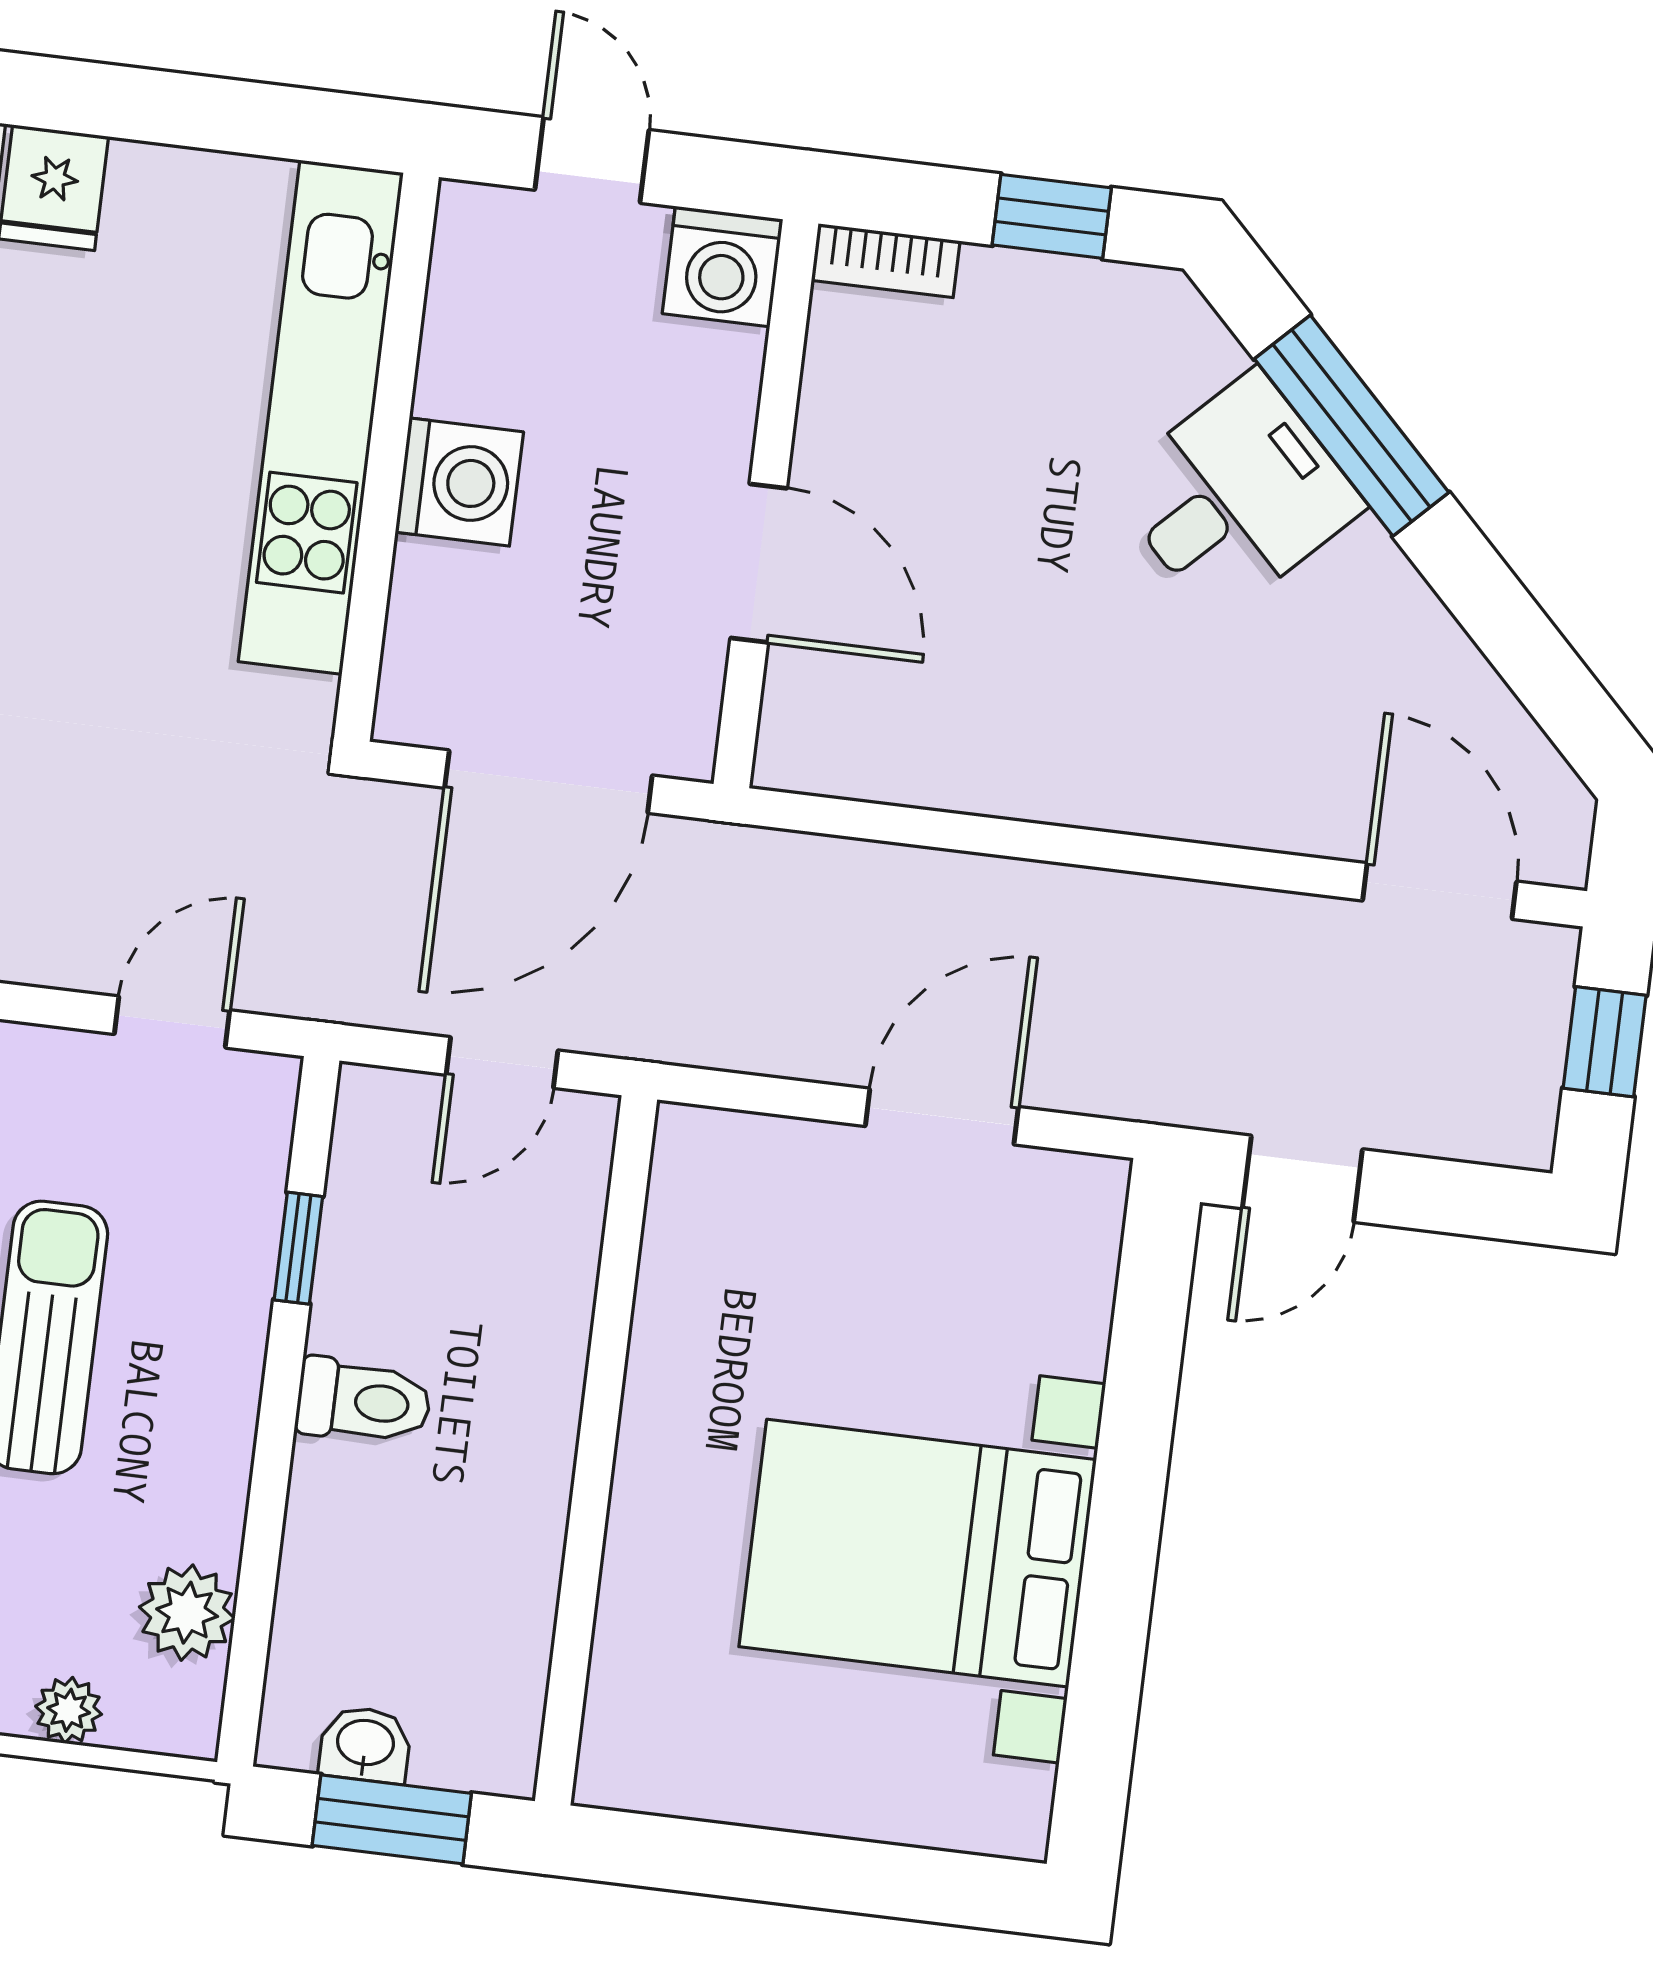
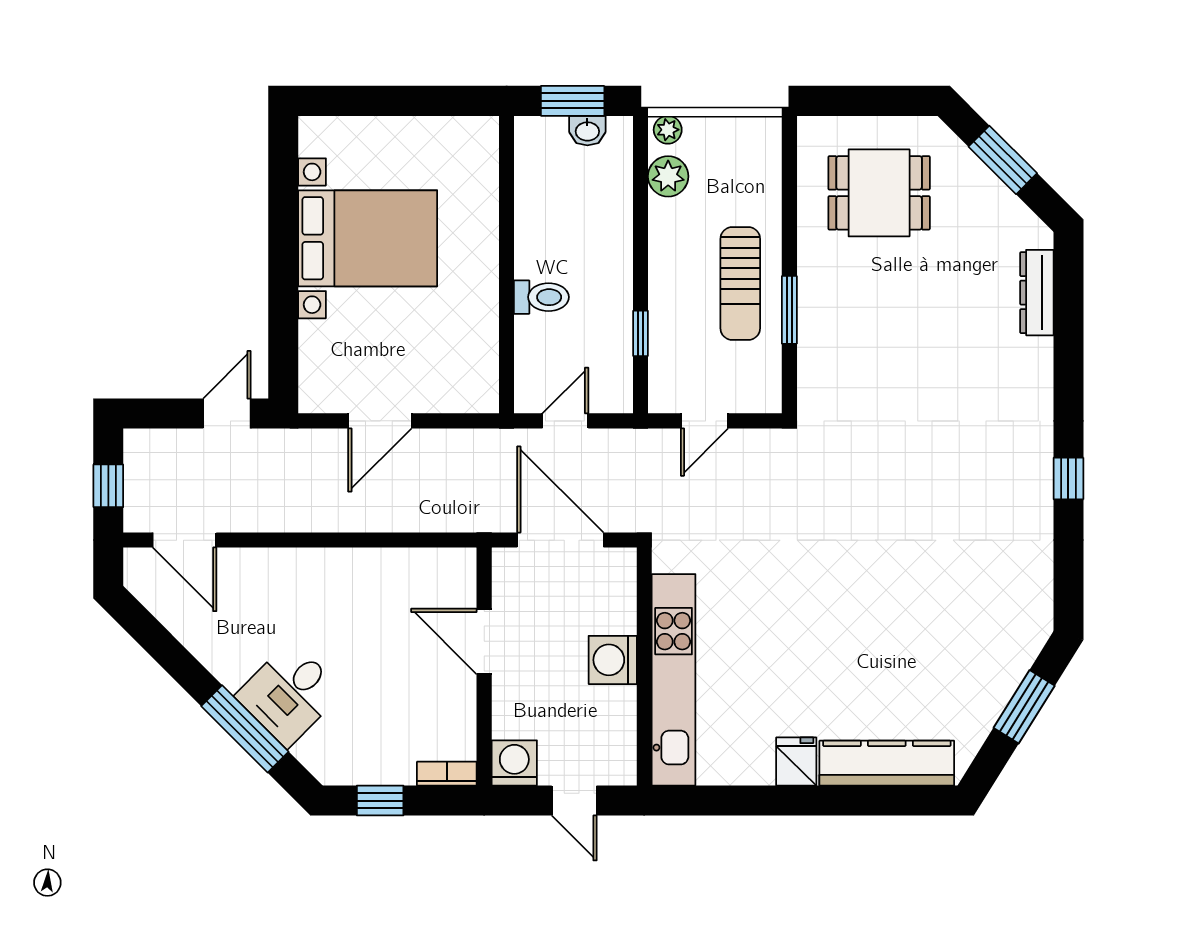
door: (548, 782) -> (560, 540), hinge flipped
toilet: (364, 1401) -> (541, 297), moved, turned 180
plant: (69, 1710) -> (668, 130), moved

